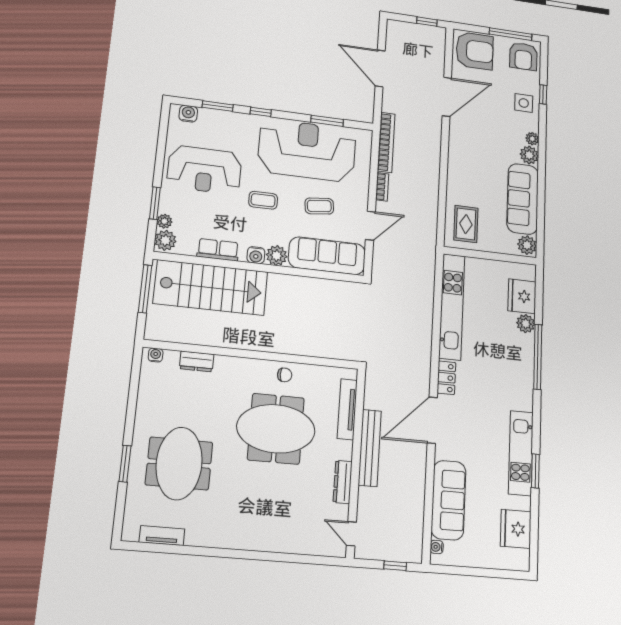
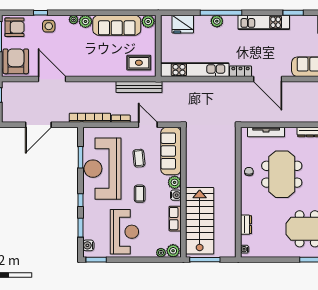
window: (155, 203) -> (96, 260), moved
plant: (526, 324) -> (217, 21), moved
bench: (370, 448) -> (139, 87), moved
kitchen unit: (521, 453) -> (264, 22), moved

